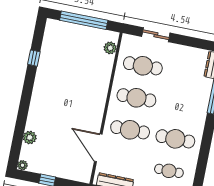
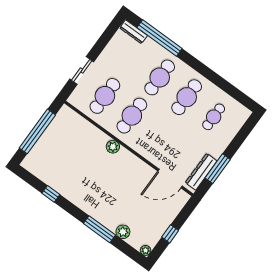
plant: (110, 48) -> (113, 147), moved
window: (22, 116) -> (99, 229), added
cafe table: (130, 130) -> (160, 77), moved
door: (98, 148) -> (170, 179), moved

